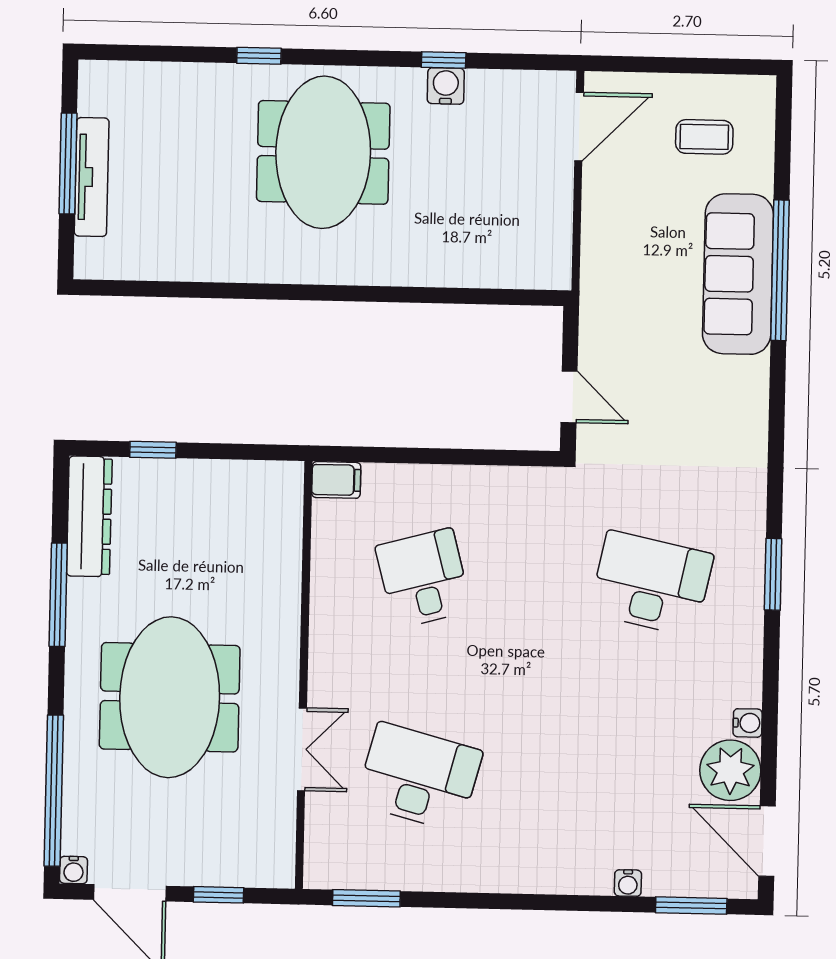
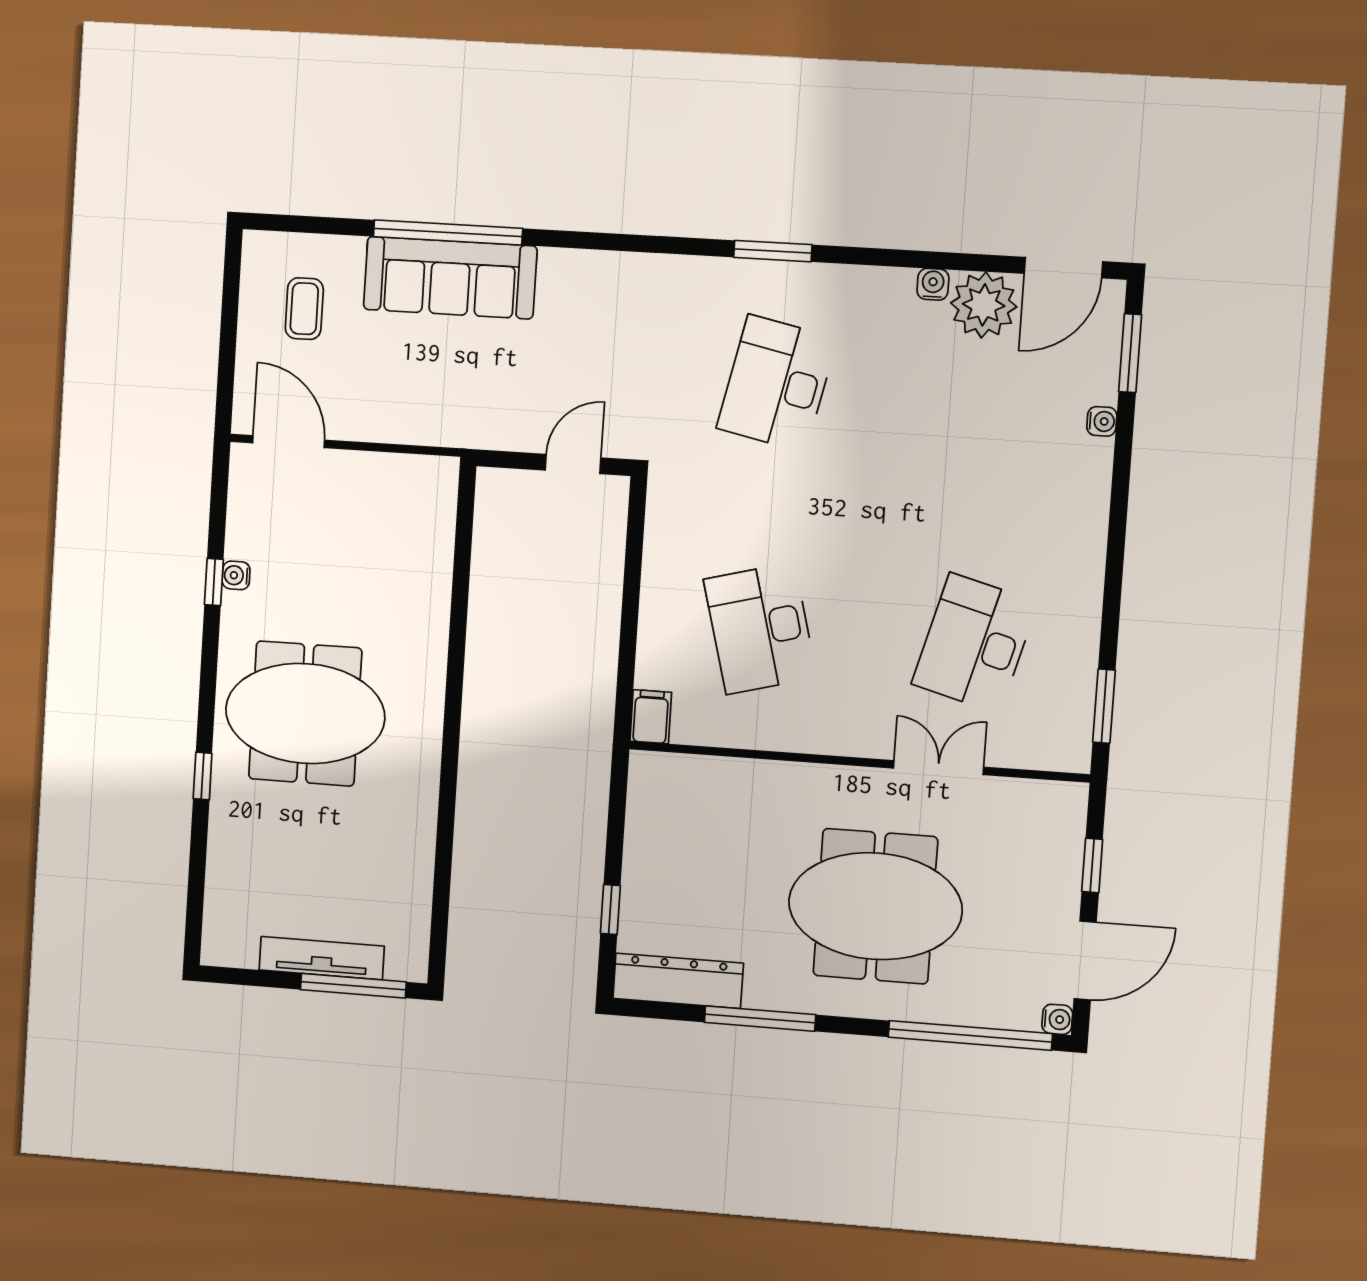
water cooler: (446, 86) -> (236, 575), width x0.72, depth x0.72
window: (68, 163) -> (353, 986), moved
desk: (424, 578) -> (760, 628), width x1.37

